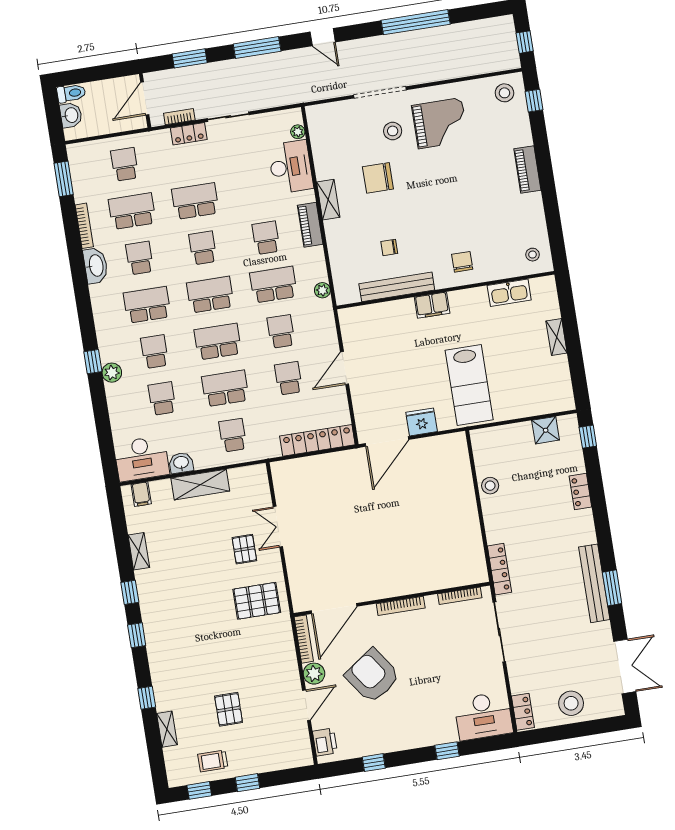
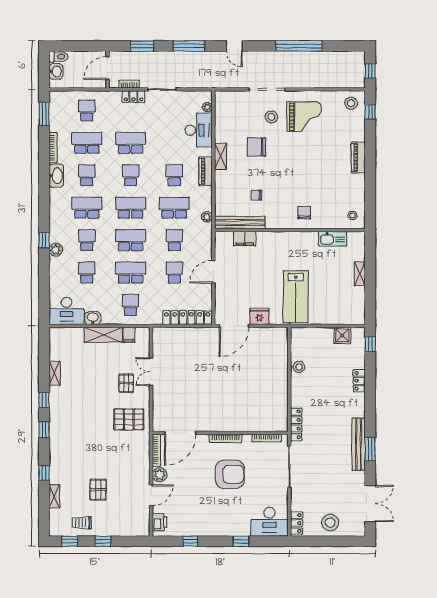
bench: (397, 287) -> (240, 223), moved
filing cabinet: (432, 305) -> (245, 239), moved
filing cabinet: (141, 494) -> (129, 335), moved
armchair: (372, 676) -> (230, 474), moved, turned 125

